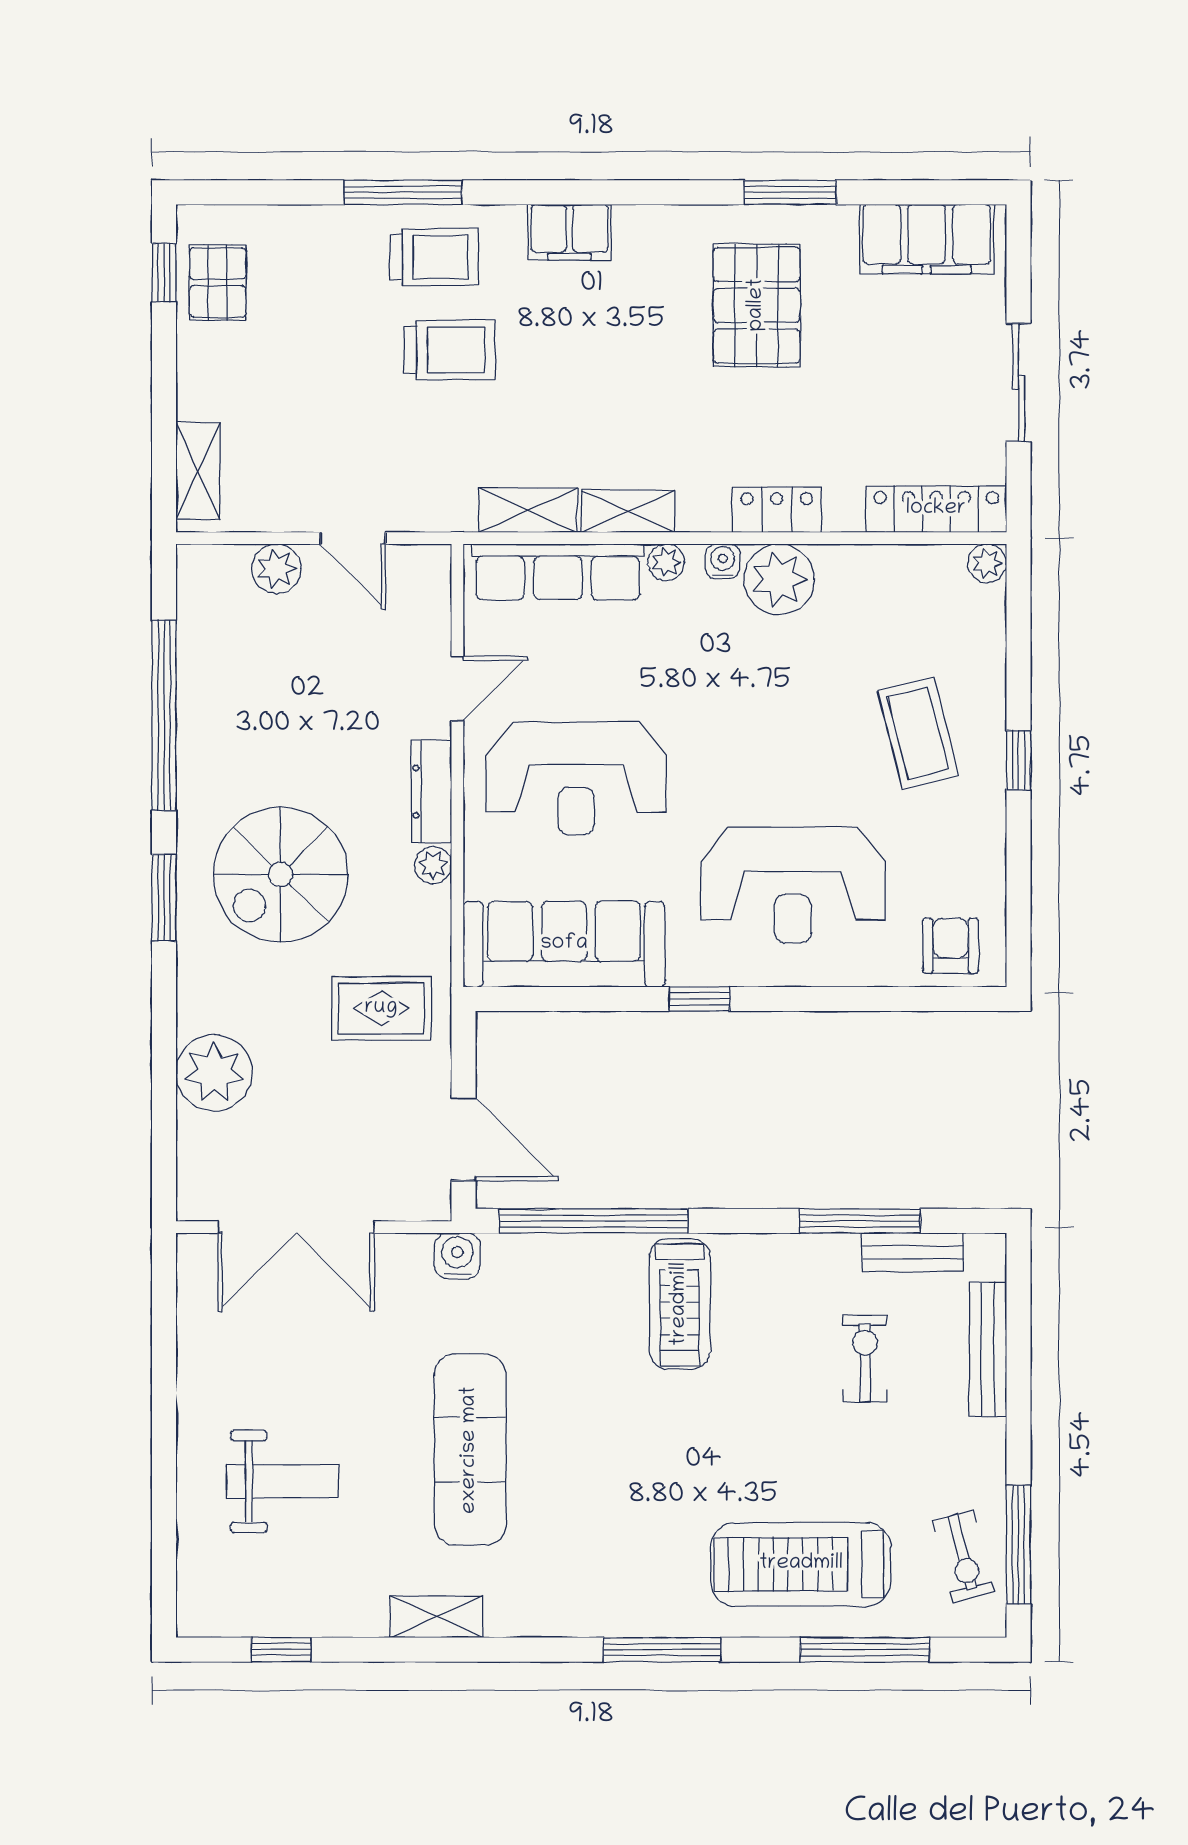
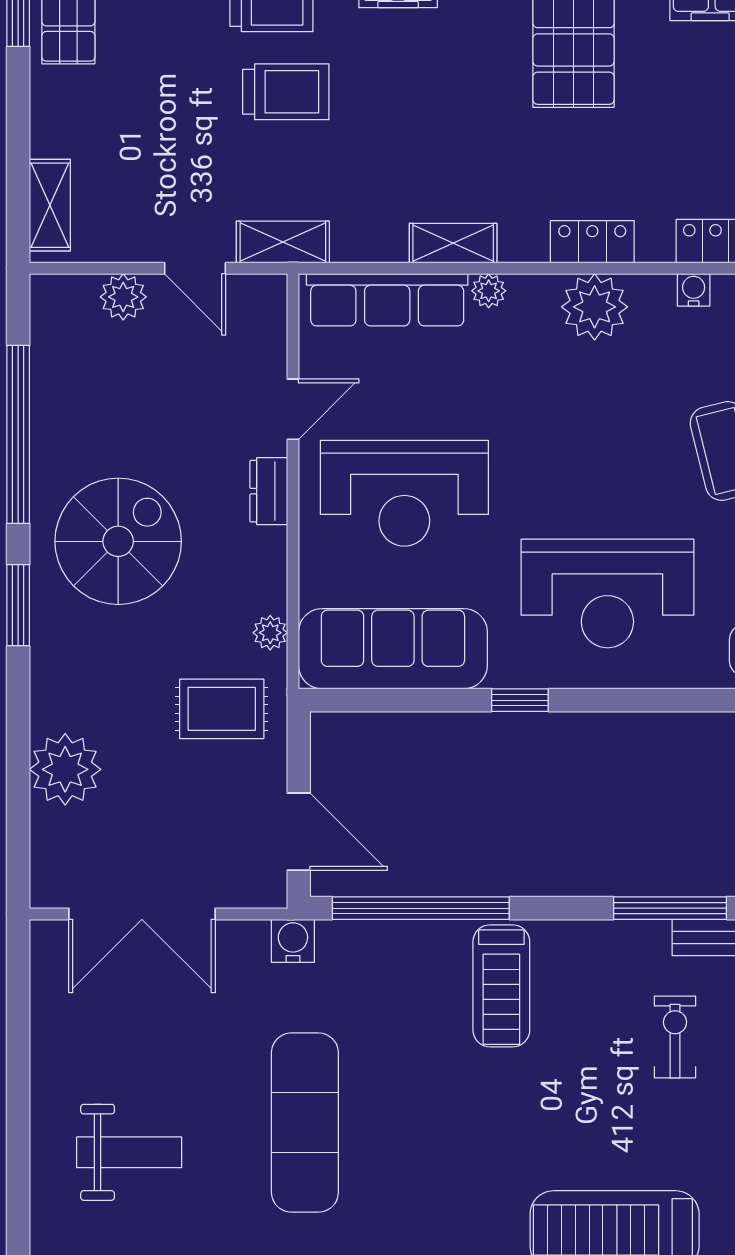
shelving: (528, 510) -> (283, 242), moved
water cooler: (723, 561) -> (694, 290), moved
dresser: (431, 792) -> (269, 491), width x0.70
plant: (433, 865) -> (270, 633), moved
spiral stairs: (280, 874) -> (118, 541), moved, turned 180

